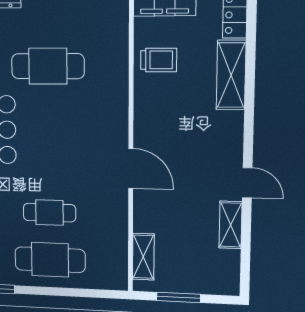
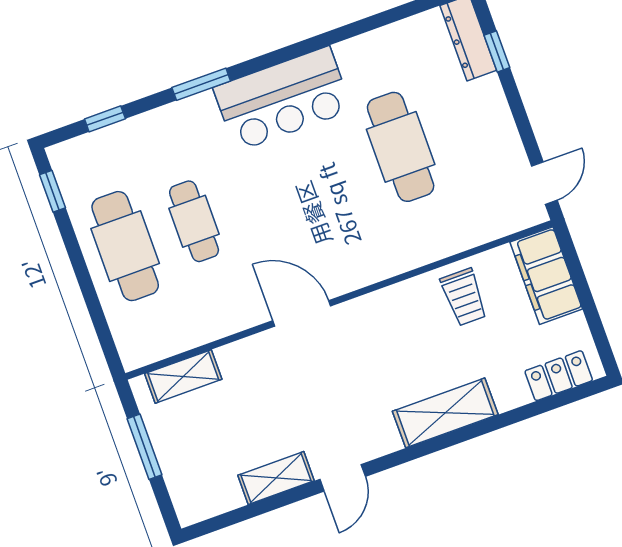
shelving: (231, 75) -> (445, 413), moved
door: (131, 168) -> (302, 313), swing flipped

